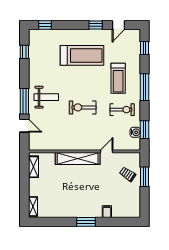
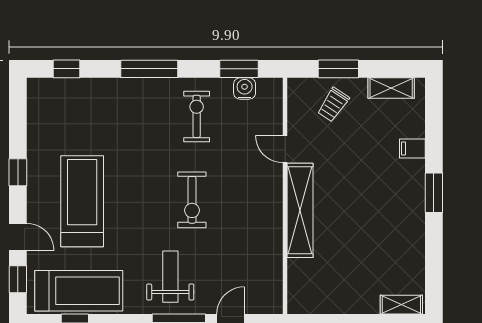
door: (119, 25) -> (18, 237), moved
treadmill: (118, 78) -> (79, 291), moved, width x1.37, depth x1.38
shelving: (33, 167) -> (391, 88), moved

